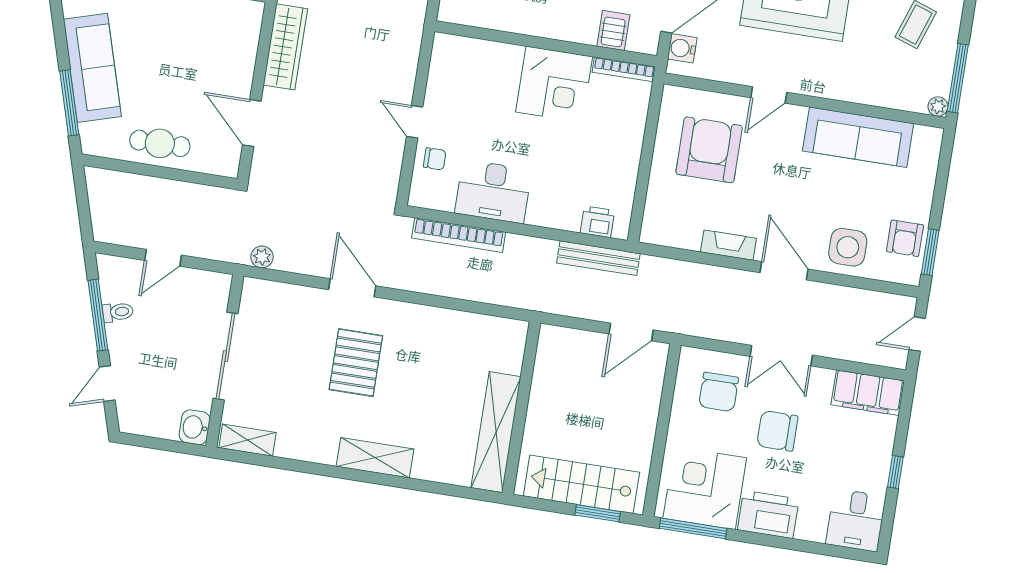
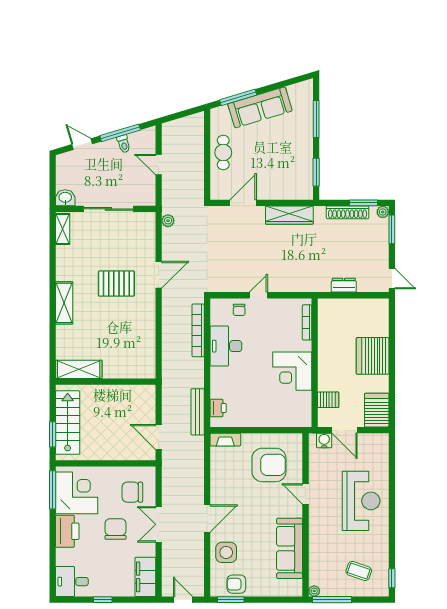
bookcase: (624, 69) -> (307, 322), moved
fireplace: (728, 245) -> (225, 440), moved, turned 90
shelving: (496, 432) -> (79, 369), width x0.68

